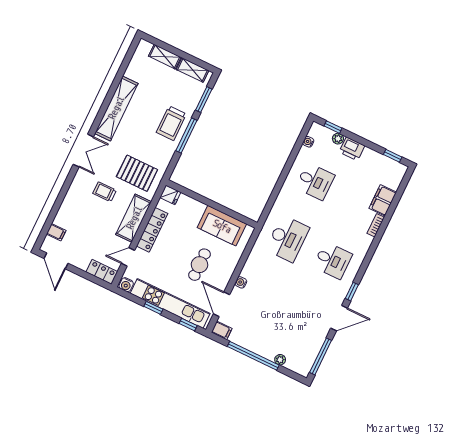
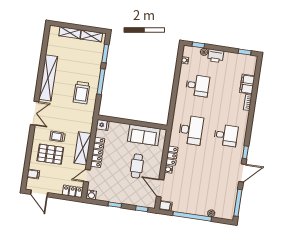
trolley: (171, 123) -> (81, 93), moved
pallet: (137, 173) -> (50, 154), moved
locker: (251, 265) -> (172, 156), added
kitchen unit: (170, 303) -> (125, 198), removed

